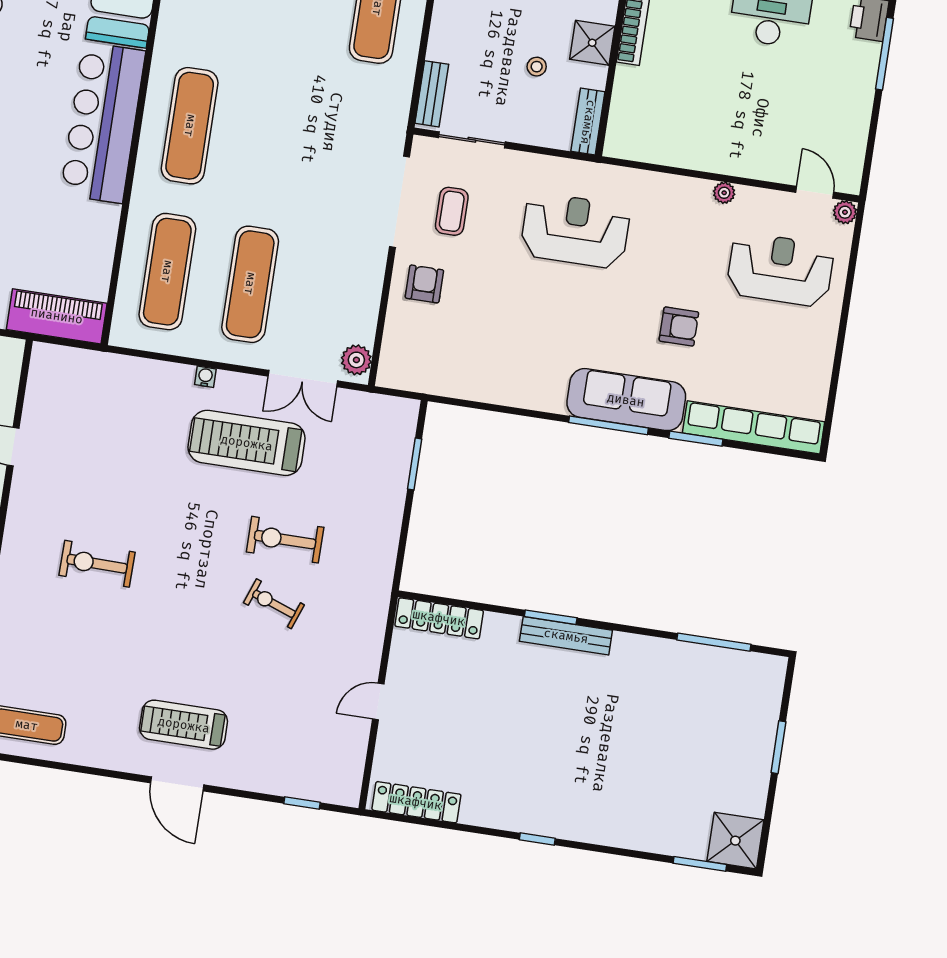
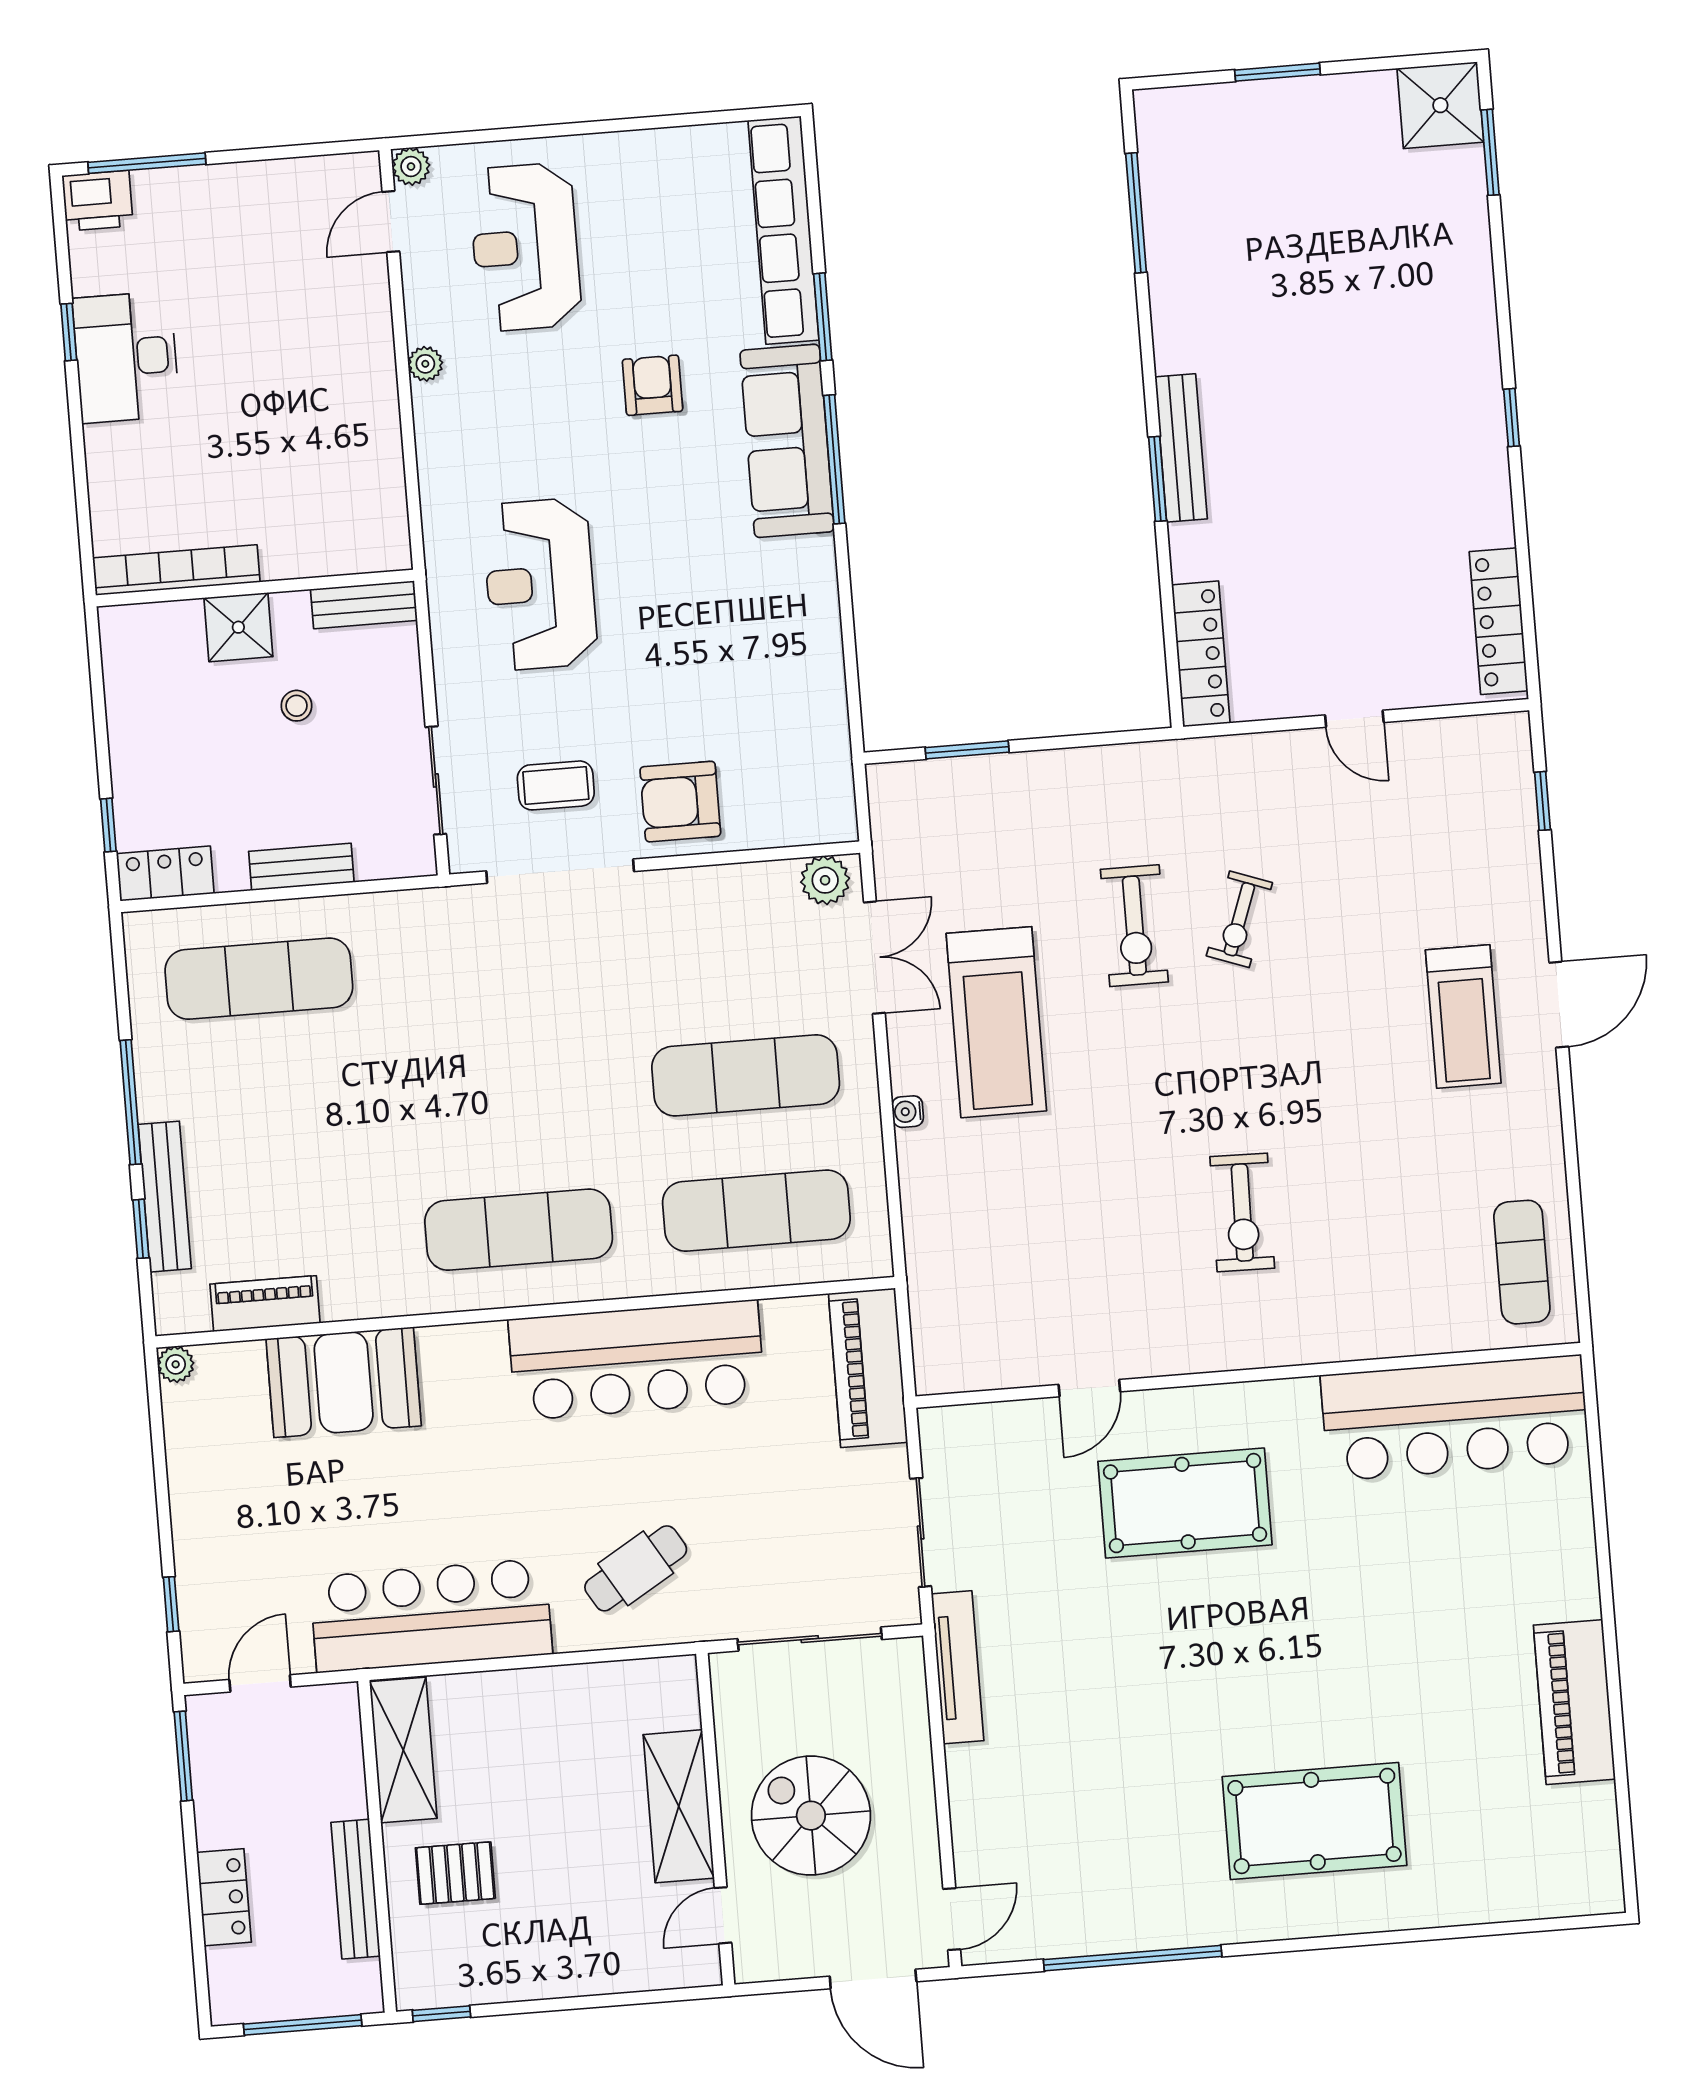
bench: (432, 94) -> (301, 867), moved
bar counter: (103, 123) -> (637, 1360), moved
armchair: (424, 284) -> (680, 802), width x1.38, depth x1.38

